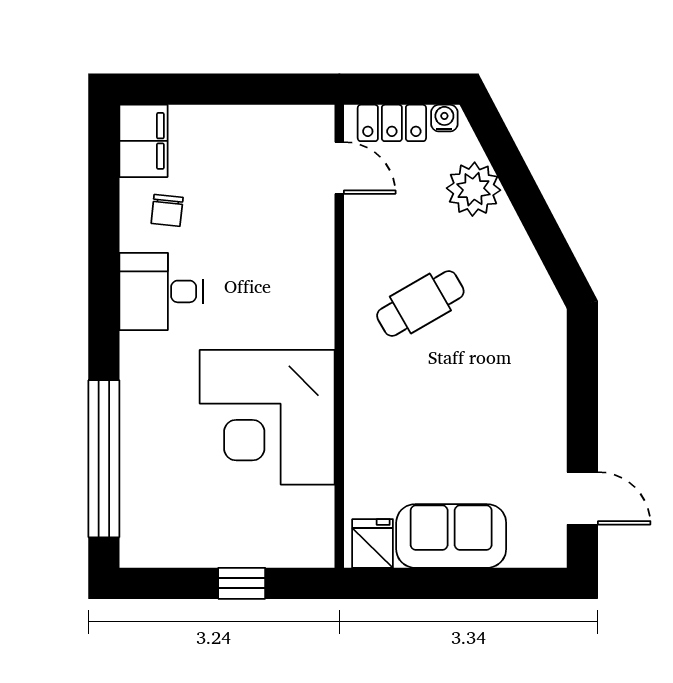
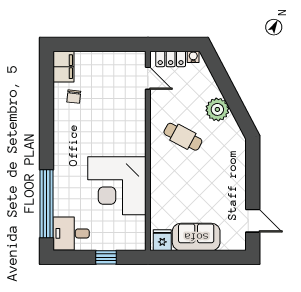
plant: (473, 189) -> (217, 109), moved
desk: (161, 291) -> (71, 233), moved
cafe table: (420, 303) -> (183, 137), turned 58

